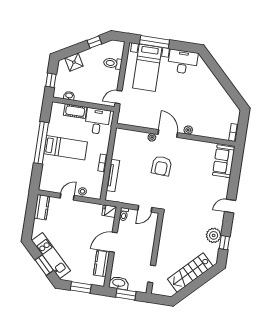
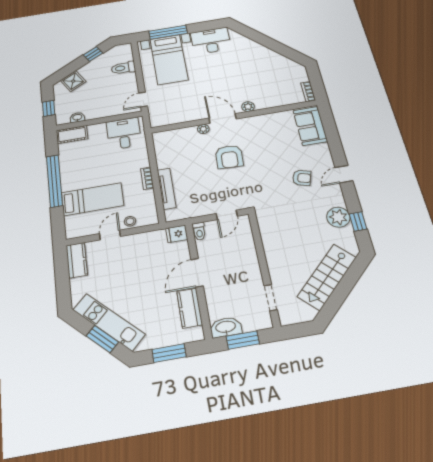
cot: (75, 111) -> (72, 135), moved
bed: (66, 148) -> (93, 199), moved
armchair: (202, 199) -> (302, 178), added

